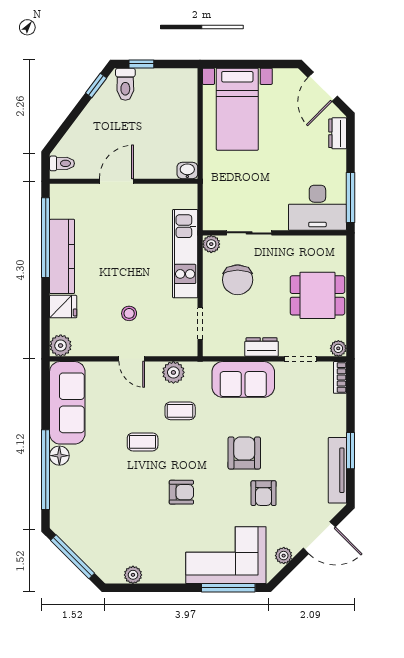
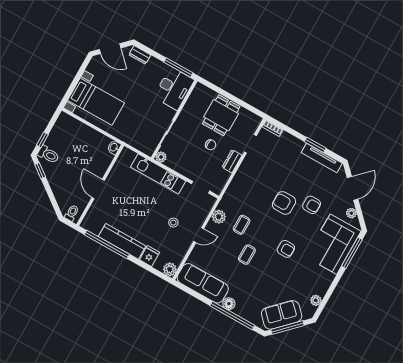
chair: (238, 280) -> (211, 145), moved, width x0.54, depth x0.54
plant: (338, 348) -> (256, 120), removed
sofa: (243, 379) -> (282, 315), moved, turned -135
armchair: (181, 492) -> (286, 249), turned 90

